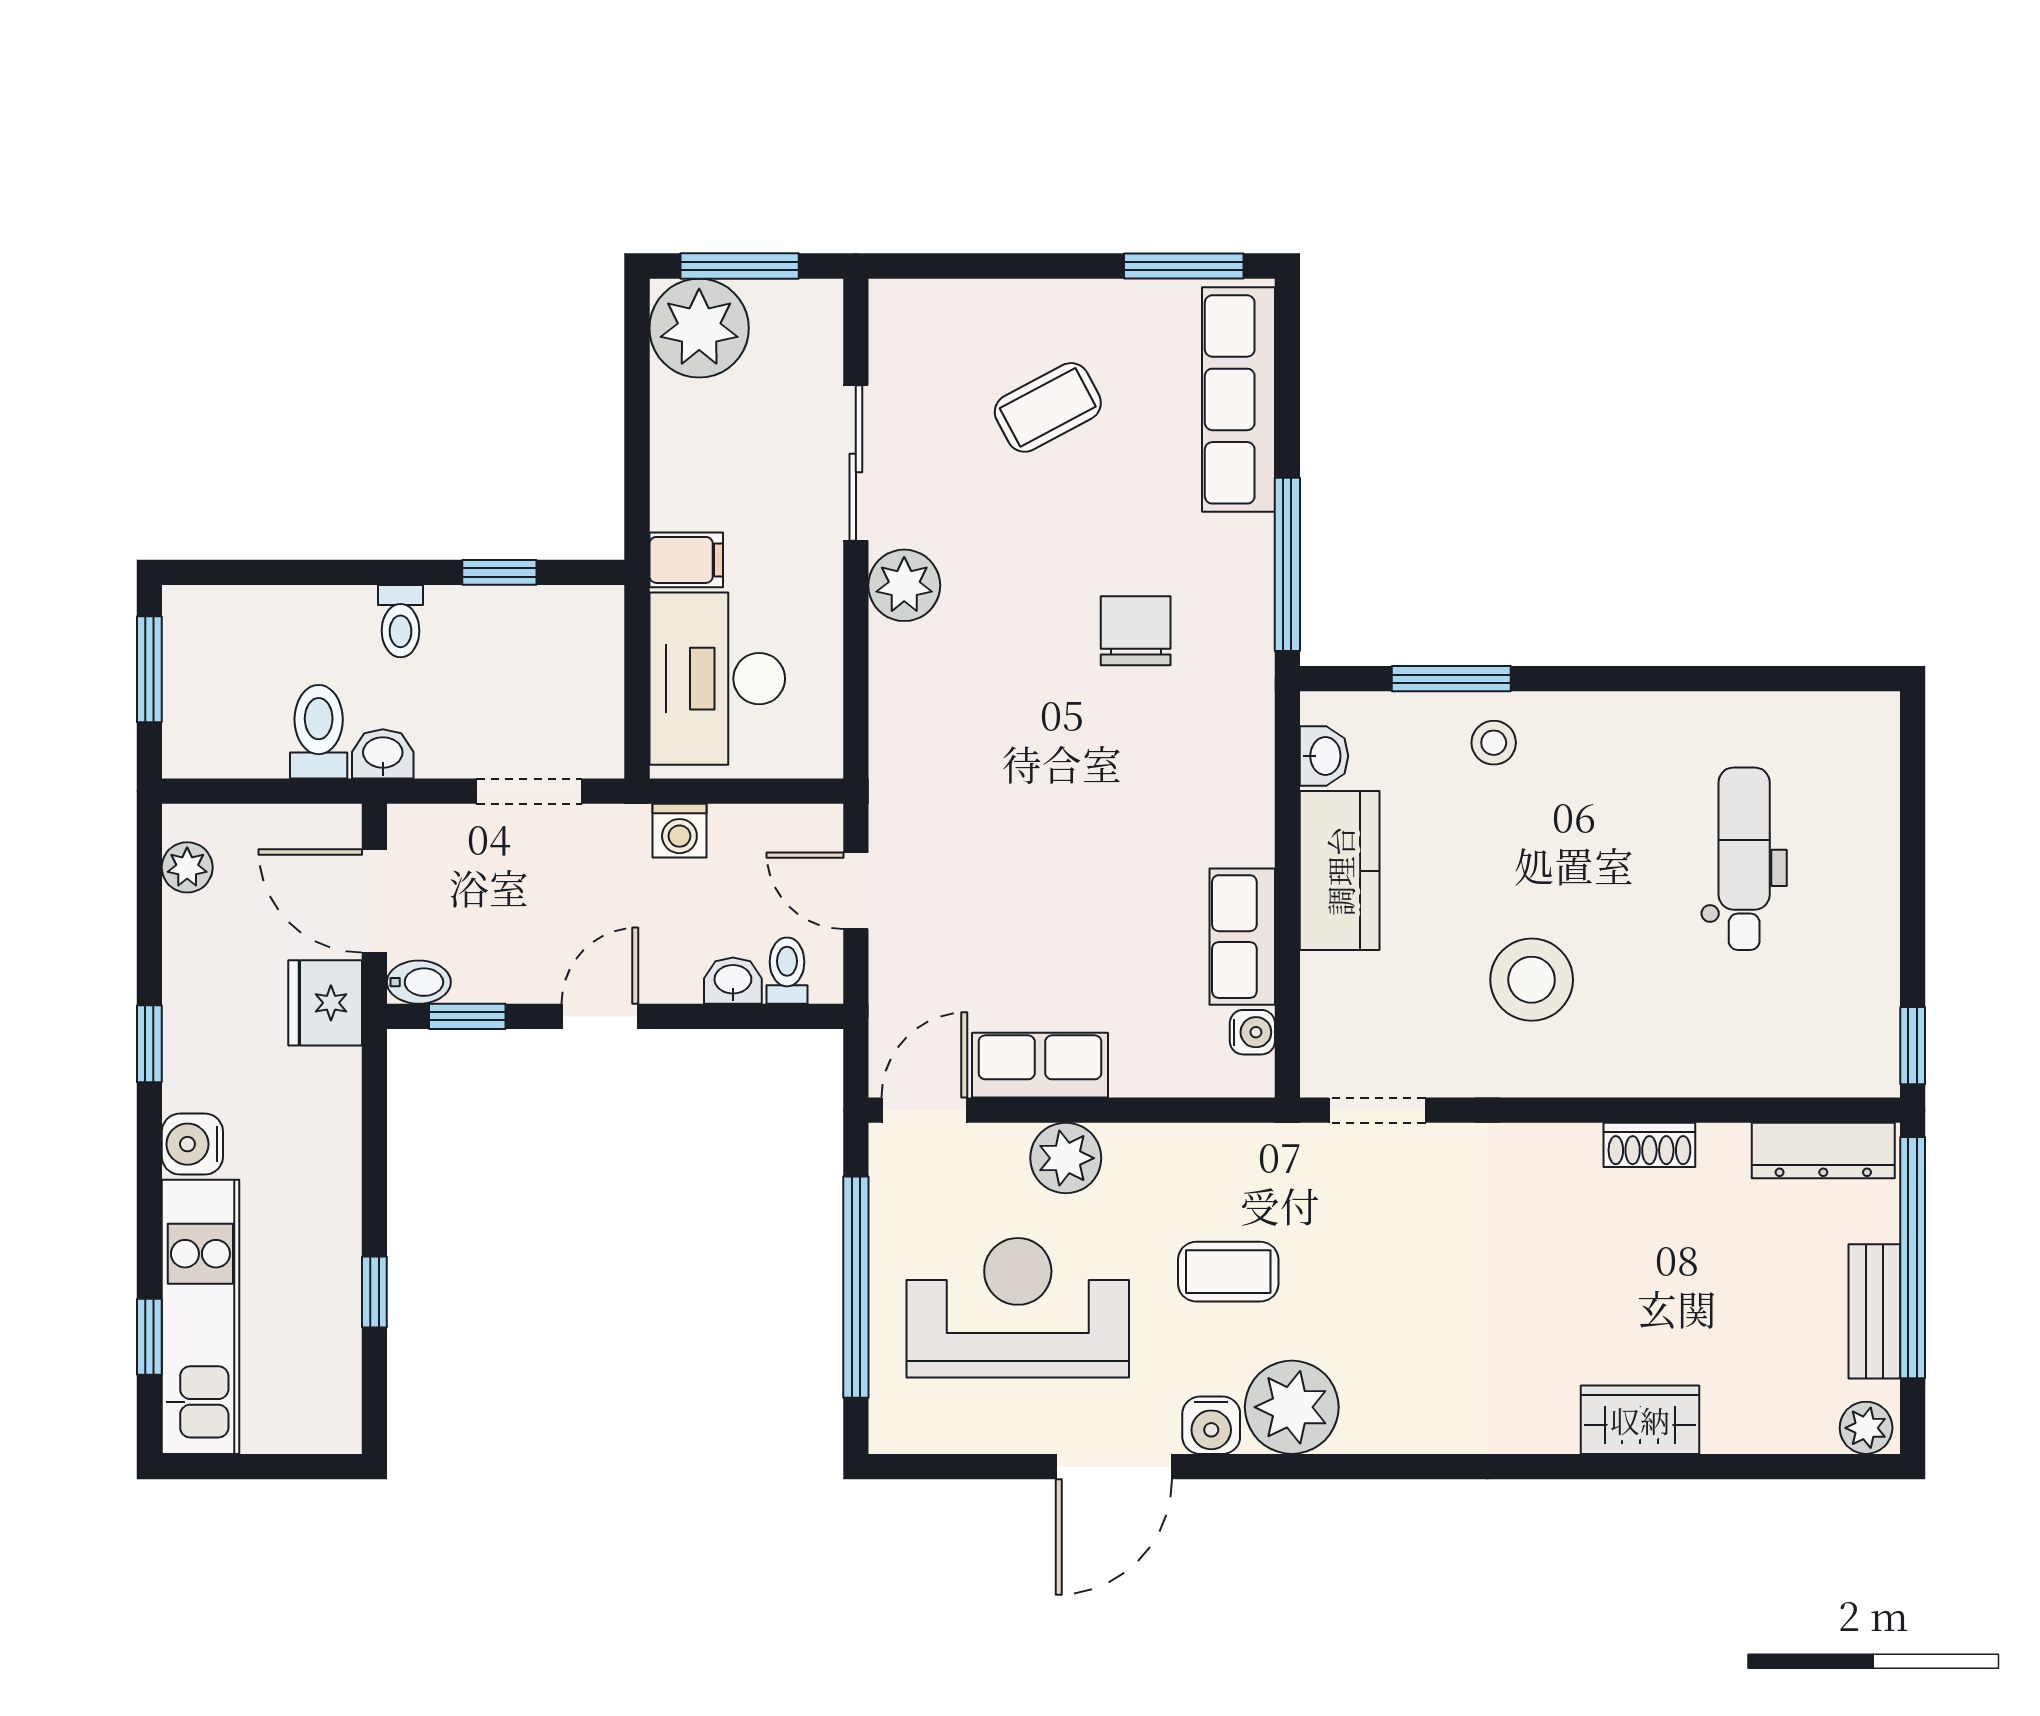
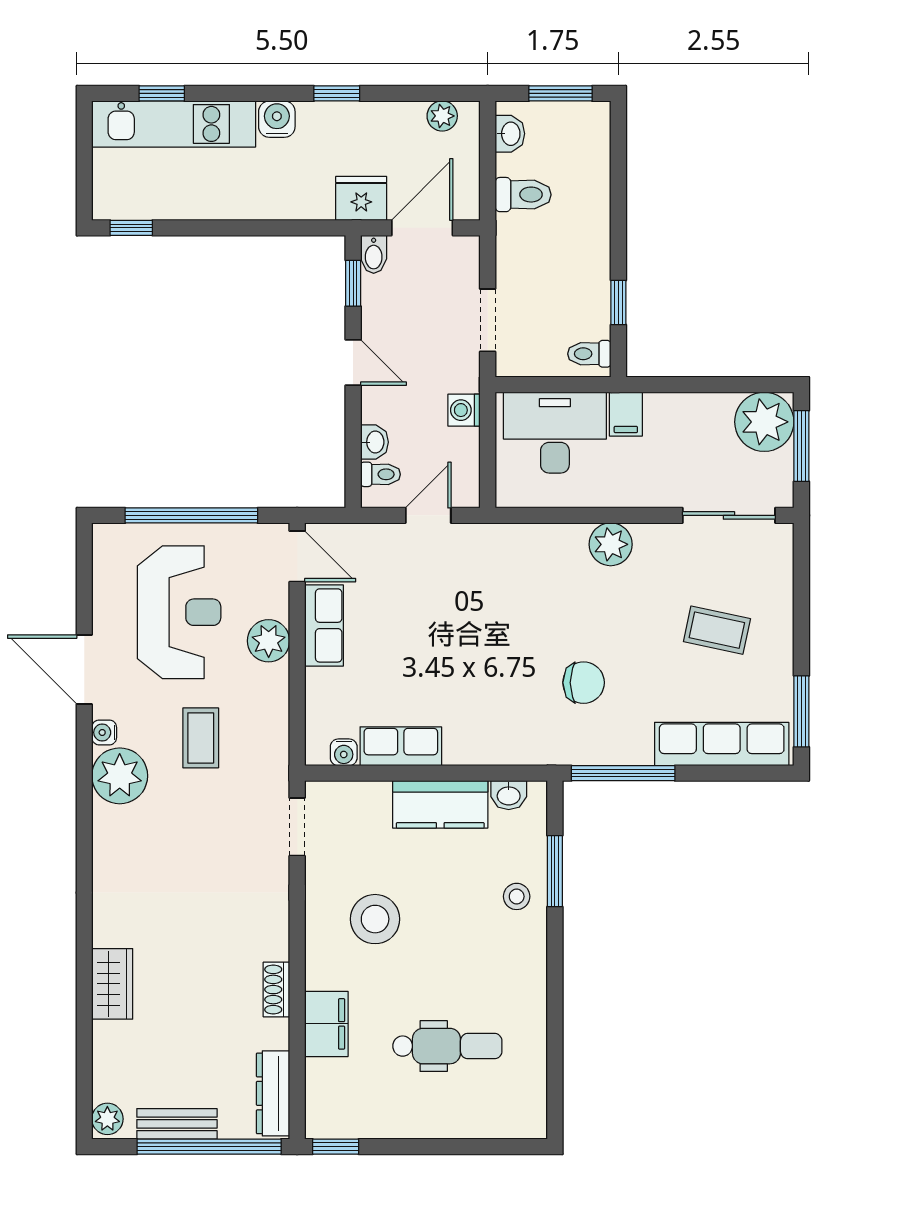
coffee table: (1048, 407) -> (717, 630), turned -50
sliding door: (856, 463) -> (729, 515), moved
toilet: (401, 621) -> (589, 354), moved
washbasin: (383, 754) -> (510, 134), moved
filing cabinet: (1707, 1061) -> (326, 1024), added
window: (374, 1292) -> (131, 228), moved
water cooler: (1211, 1425) -> (104, 732), width x0.72, depth x0.72

